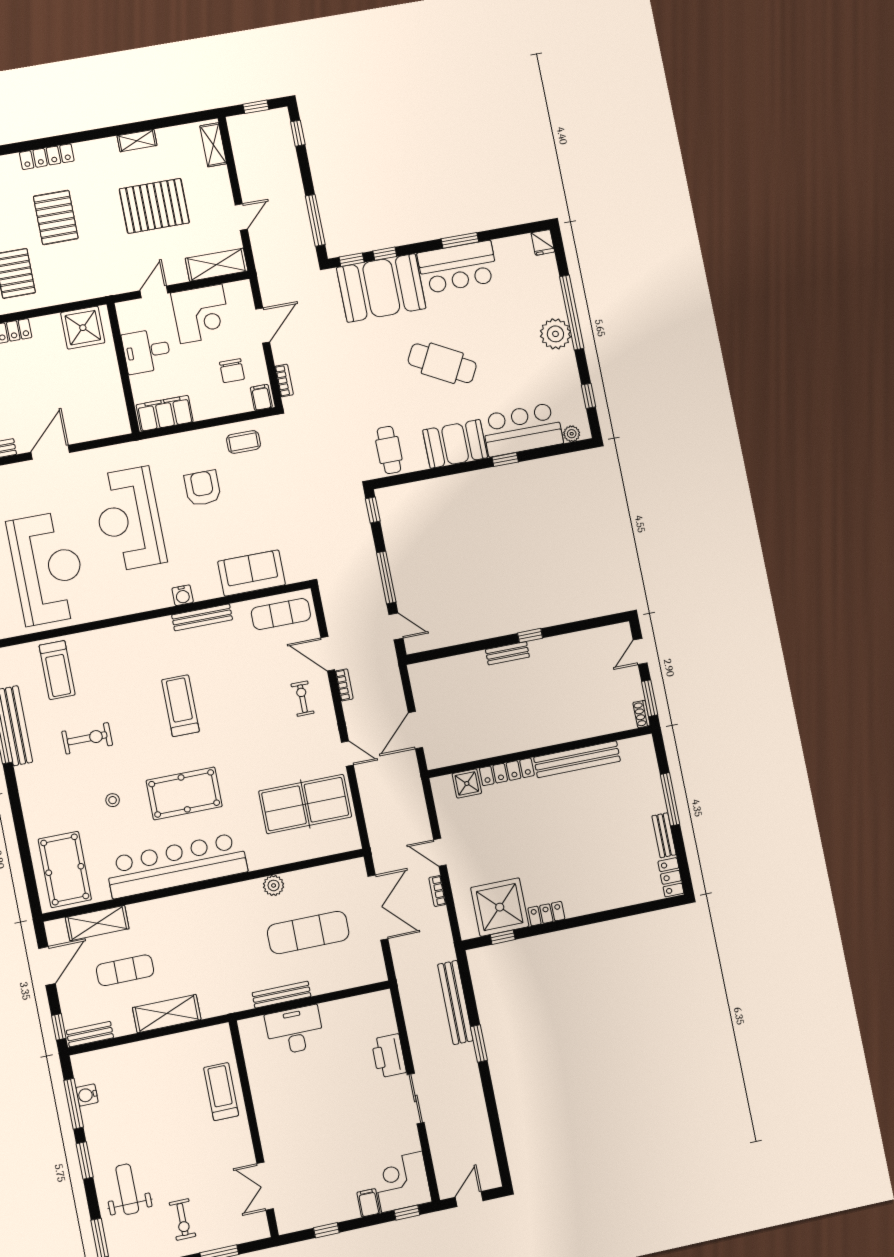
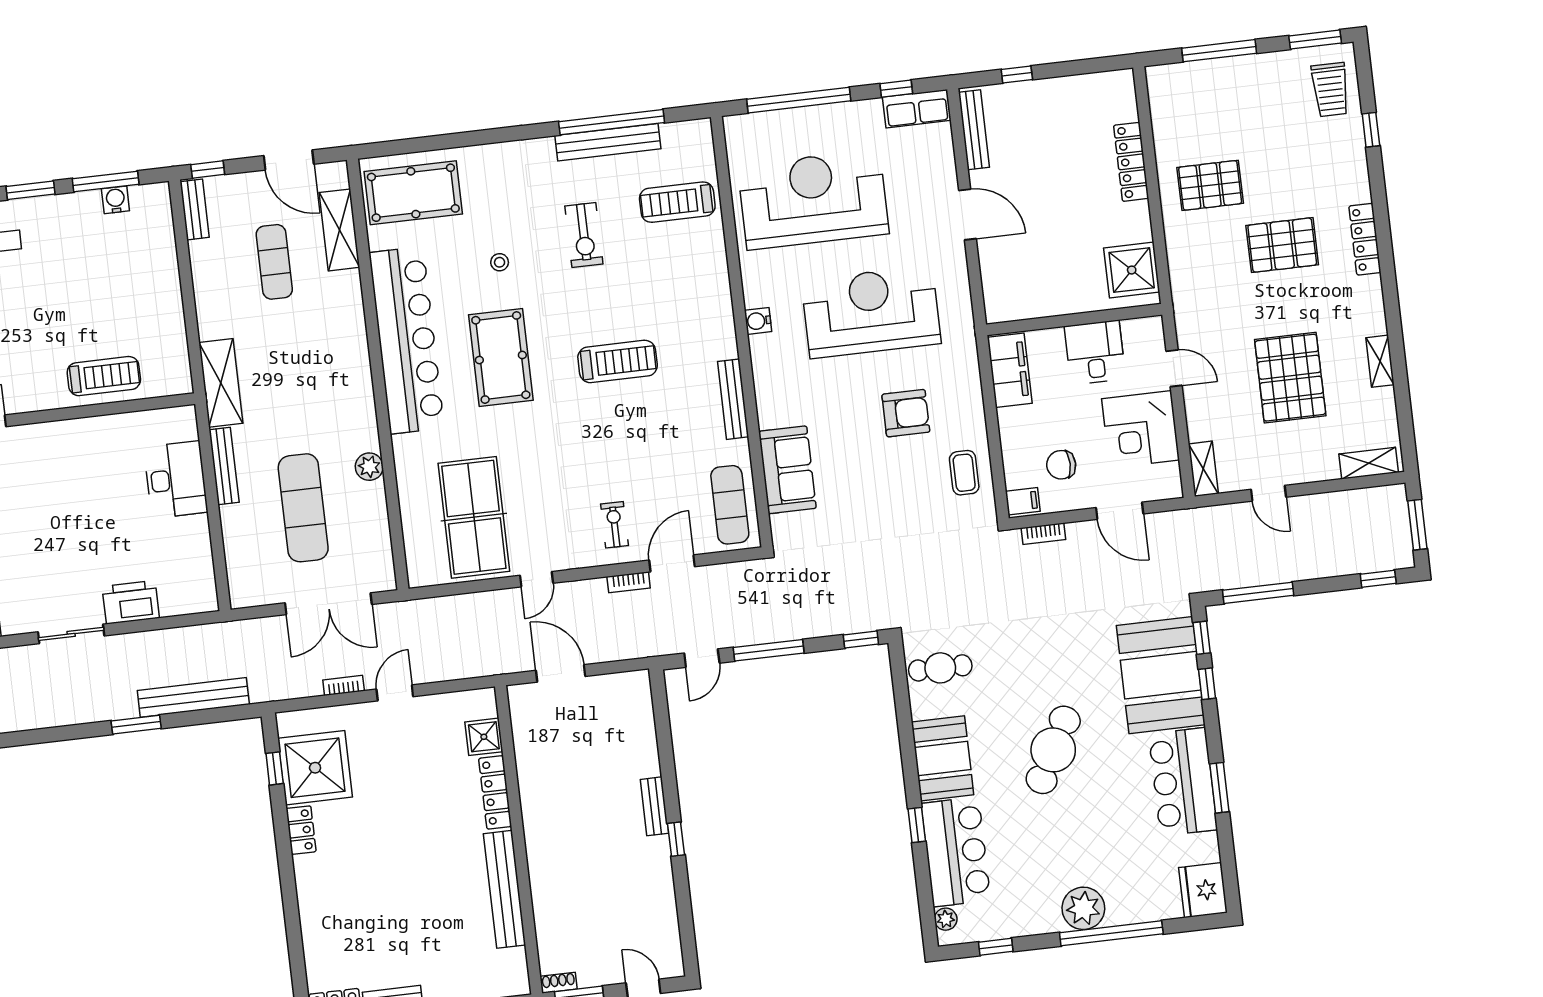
window: (256, 107) -> (1417, 525), width x1.50
fridge: (543, 242) -> (1203, 890), width x1.88, depth x1.34
shelving: (217, 265) -> (1203, 469), width x0.67, depth x0.75
reception desk: (48, 568) -> (813, 200), turned 180
water cooler: (183, 595) -> (758, 321), moved
exercise bike: (302, 699) -> (615, 525), turned -90
shelving: (167, 1014) -> (221, 383), moved

